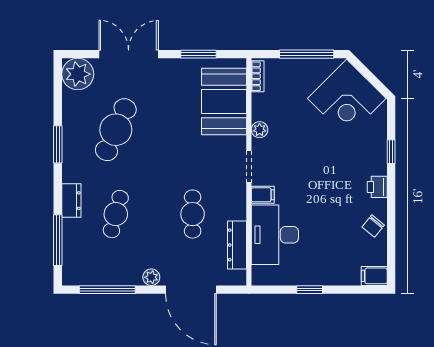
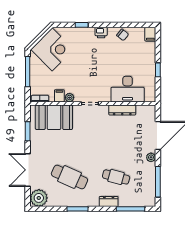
filing cabinet: (263, 195) -> (59, 96), moved
cafe table: (193, 214) -> (116, 135), removed
dresser: (237, 245) -> (122, 110), moved

